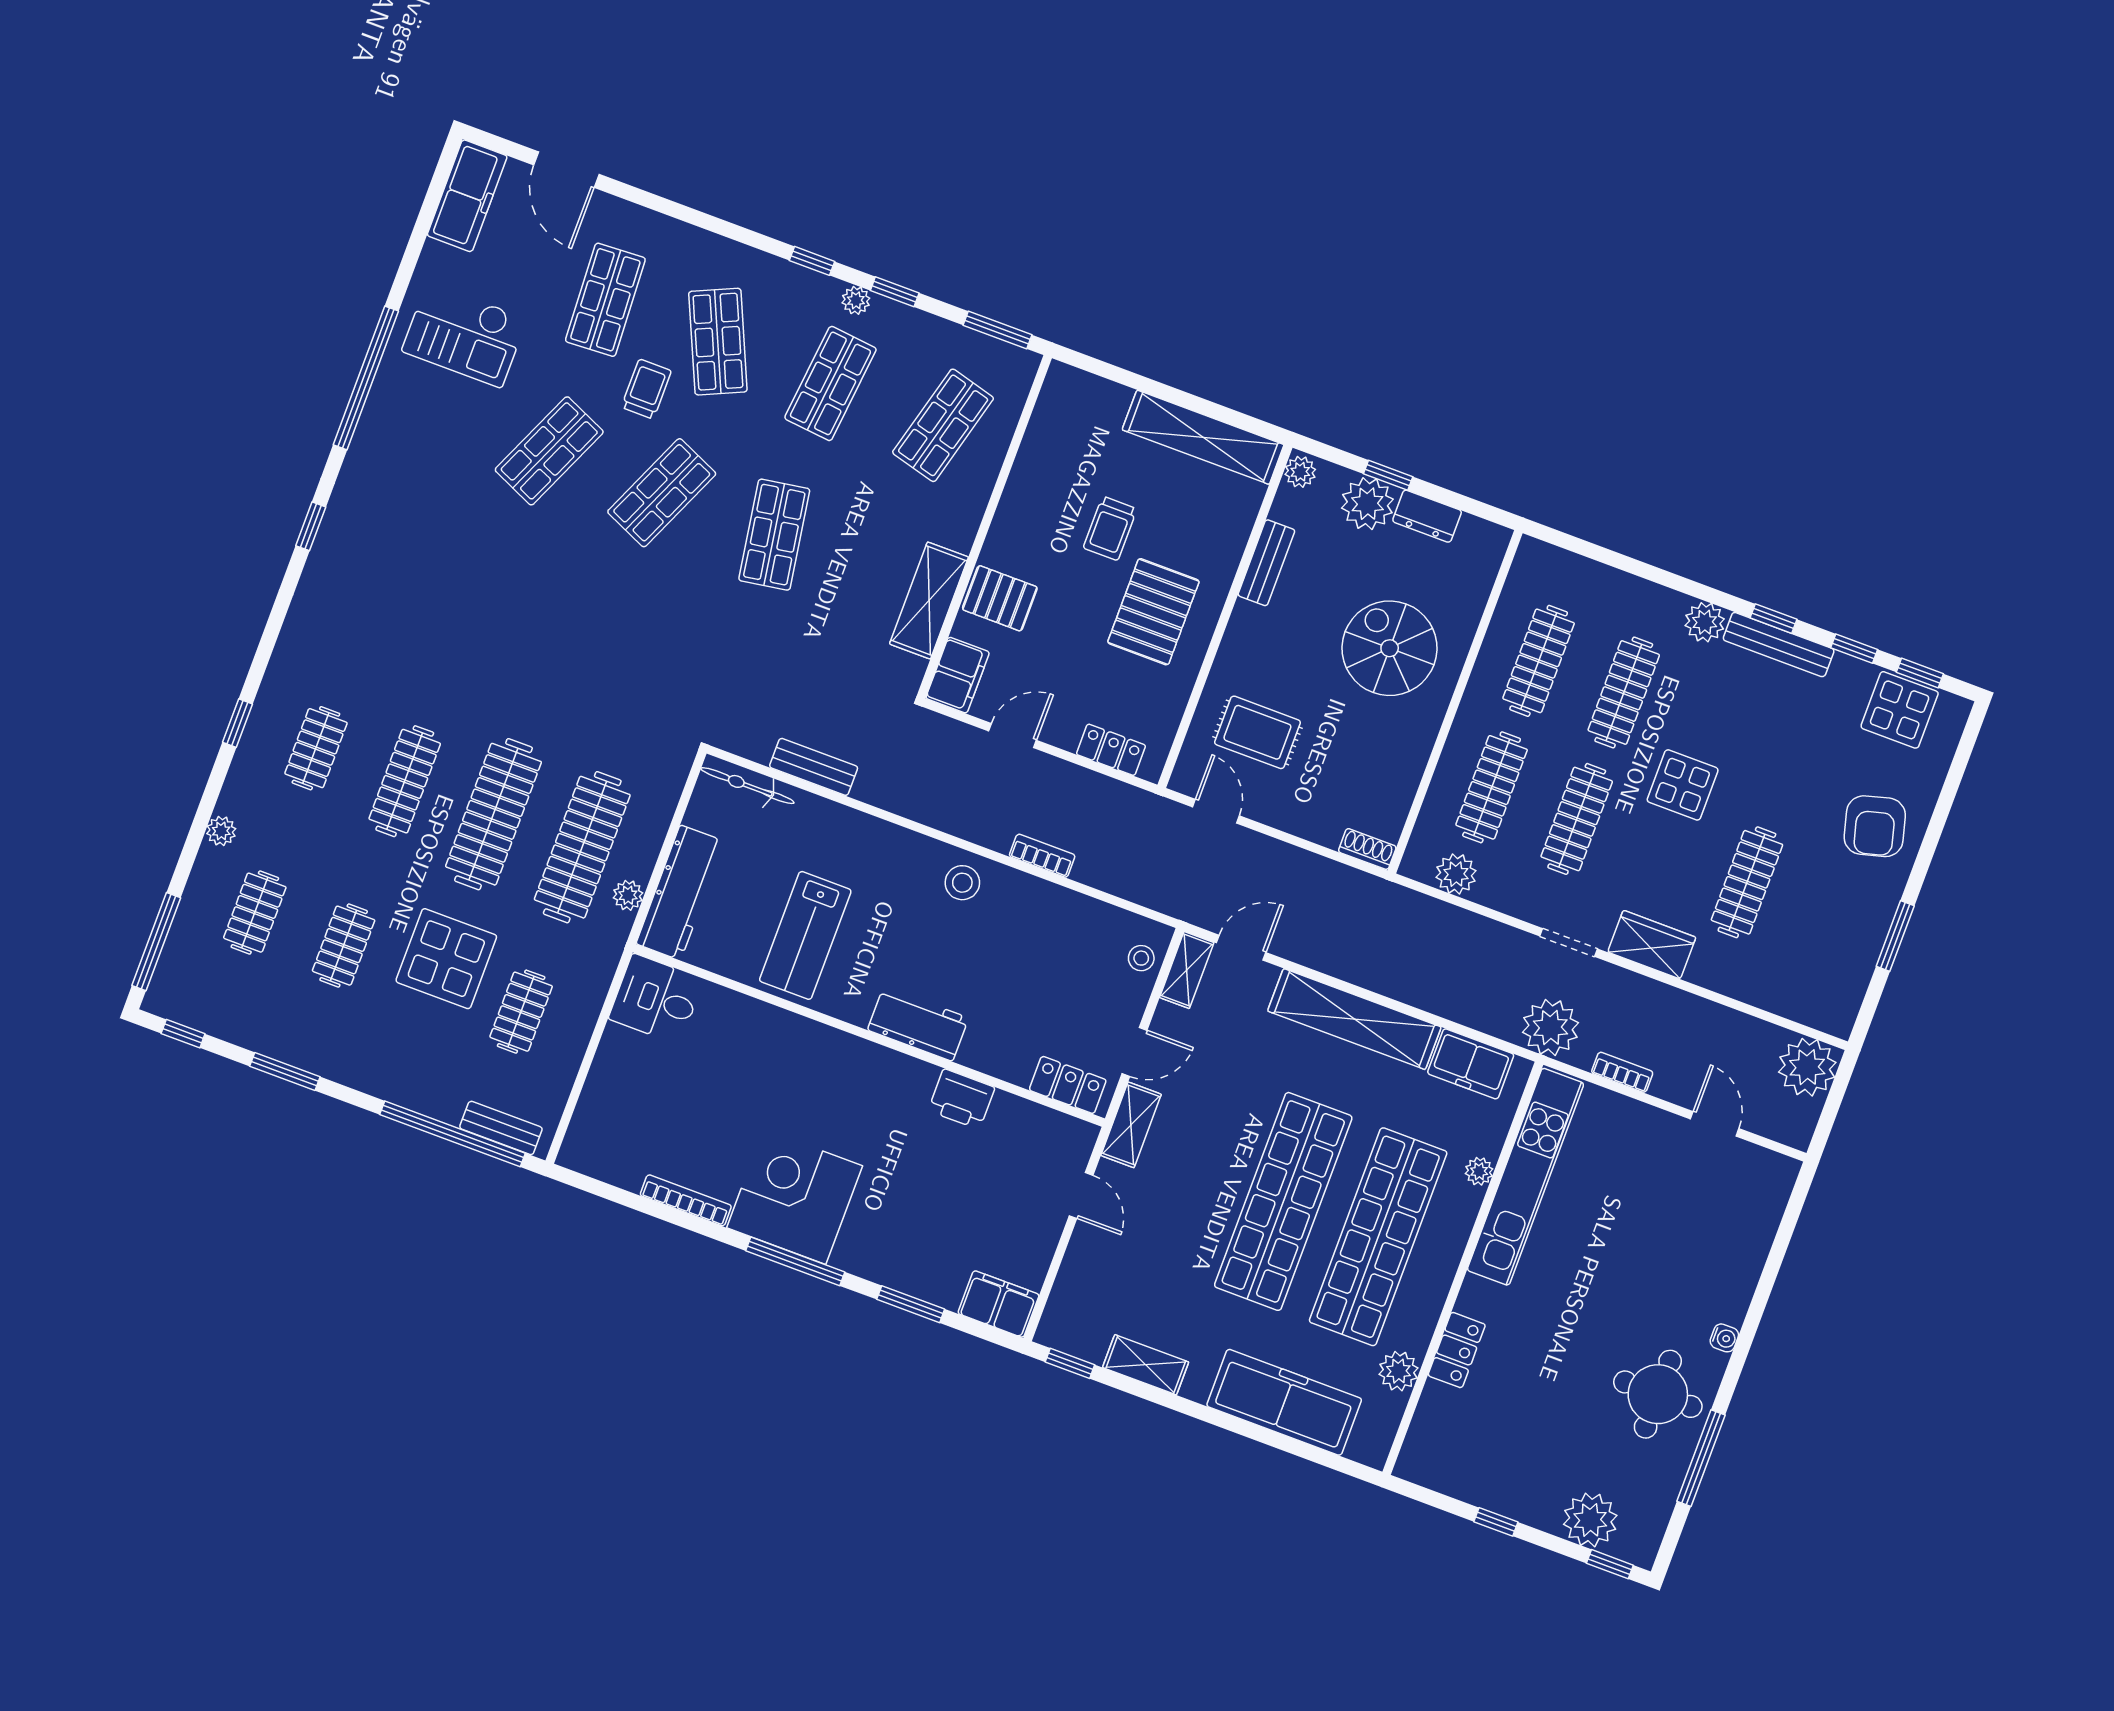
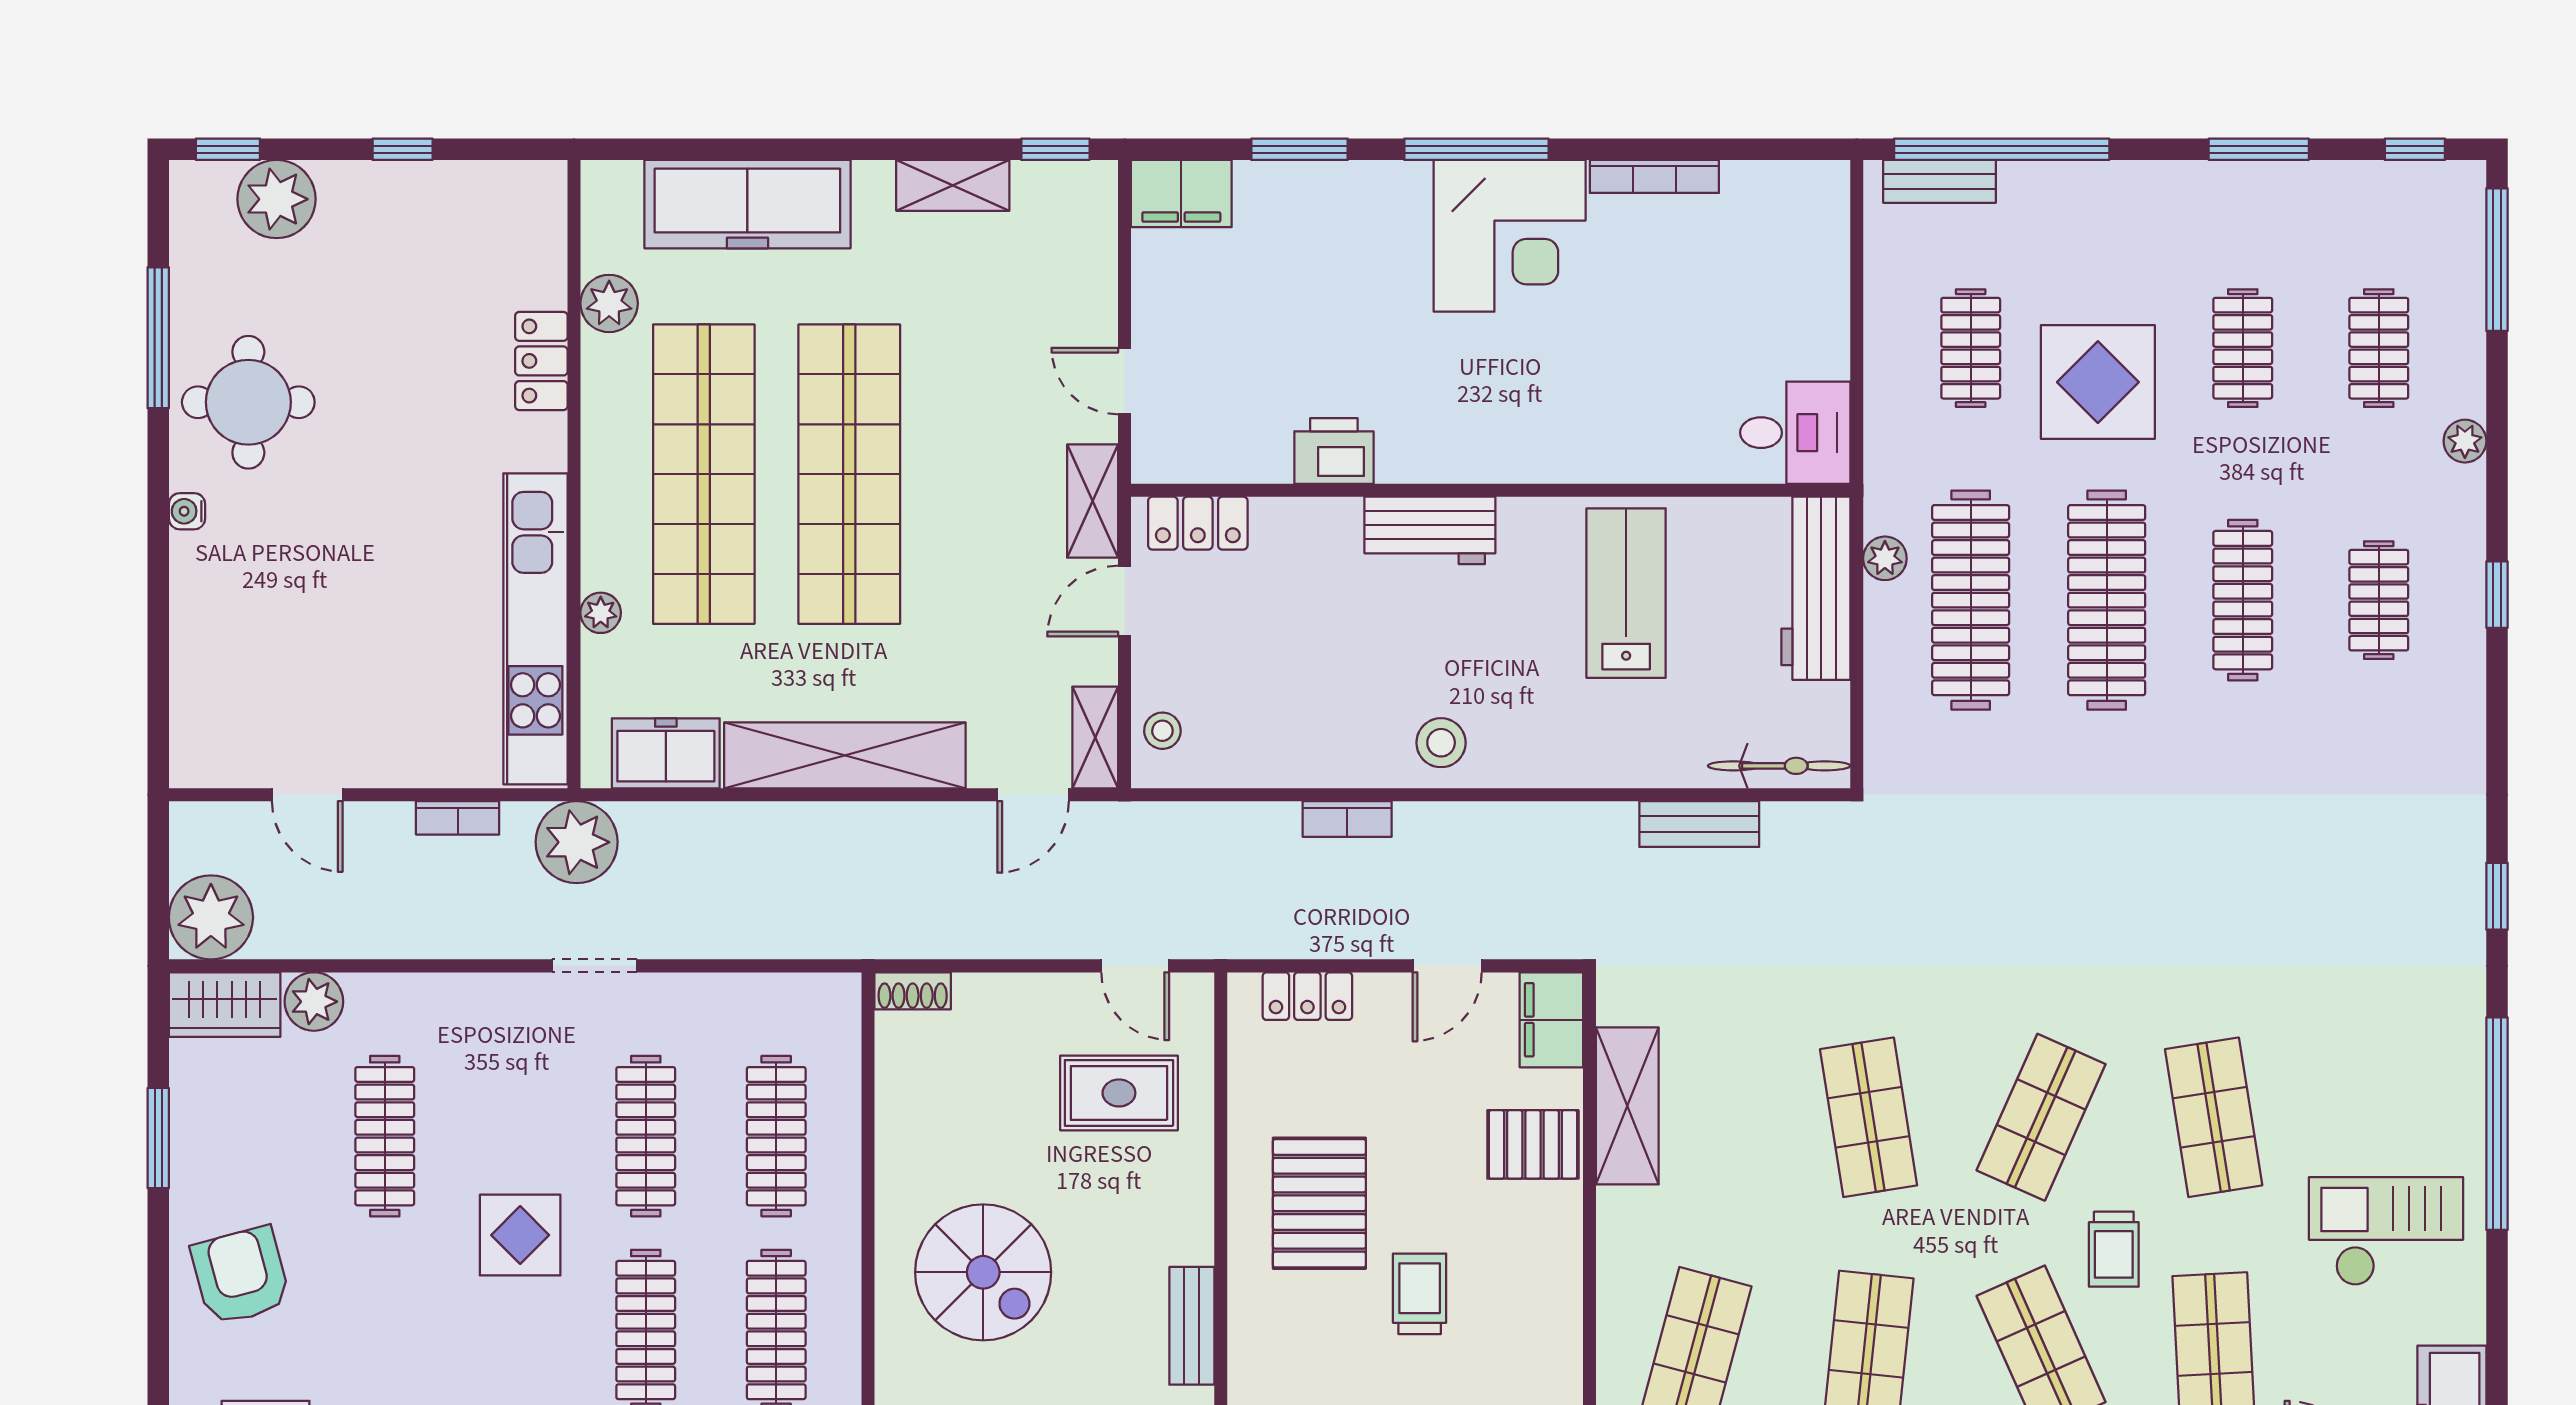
shop shelf: (549, 451) -> (2214, 1117), turned -33
plant: (1456, 874) -> (314, 1002), moved
wardrobe: (1652, 945) -> (225, 1005), moved

